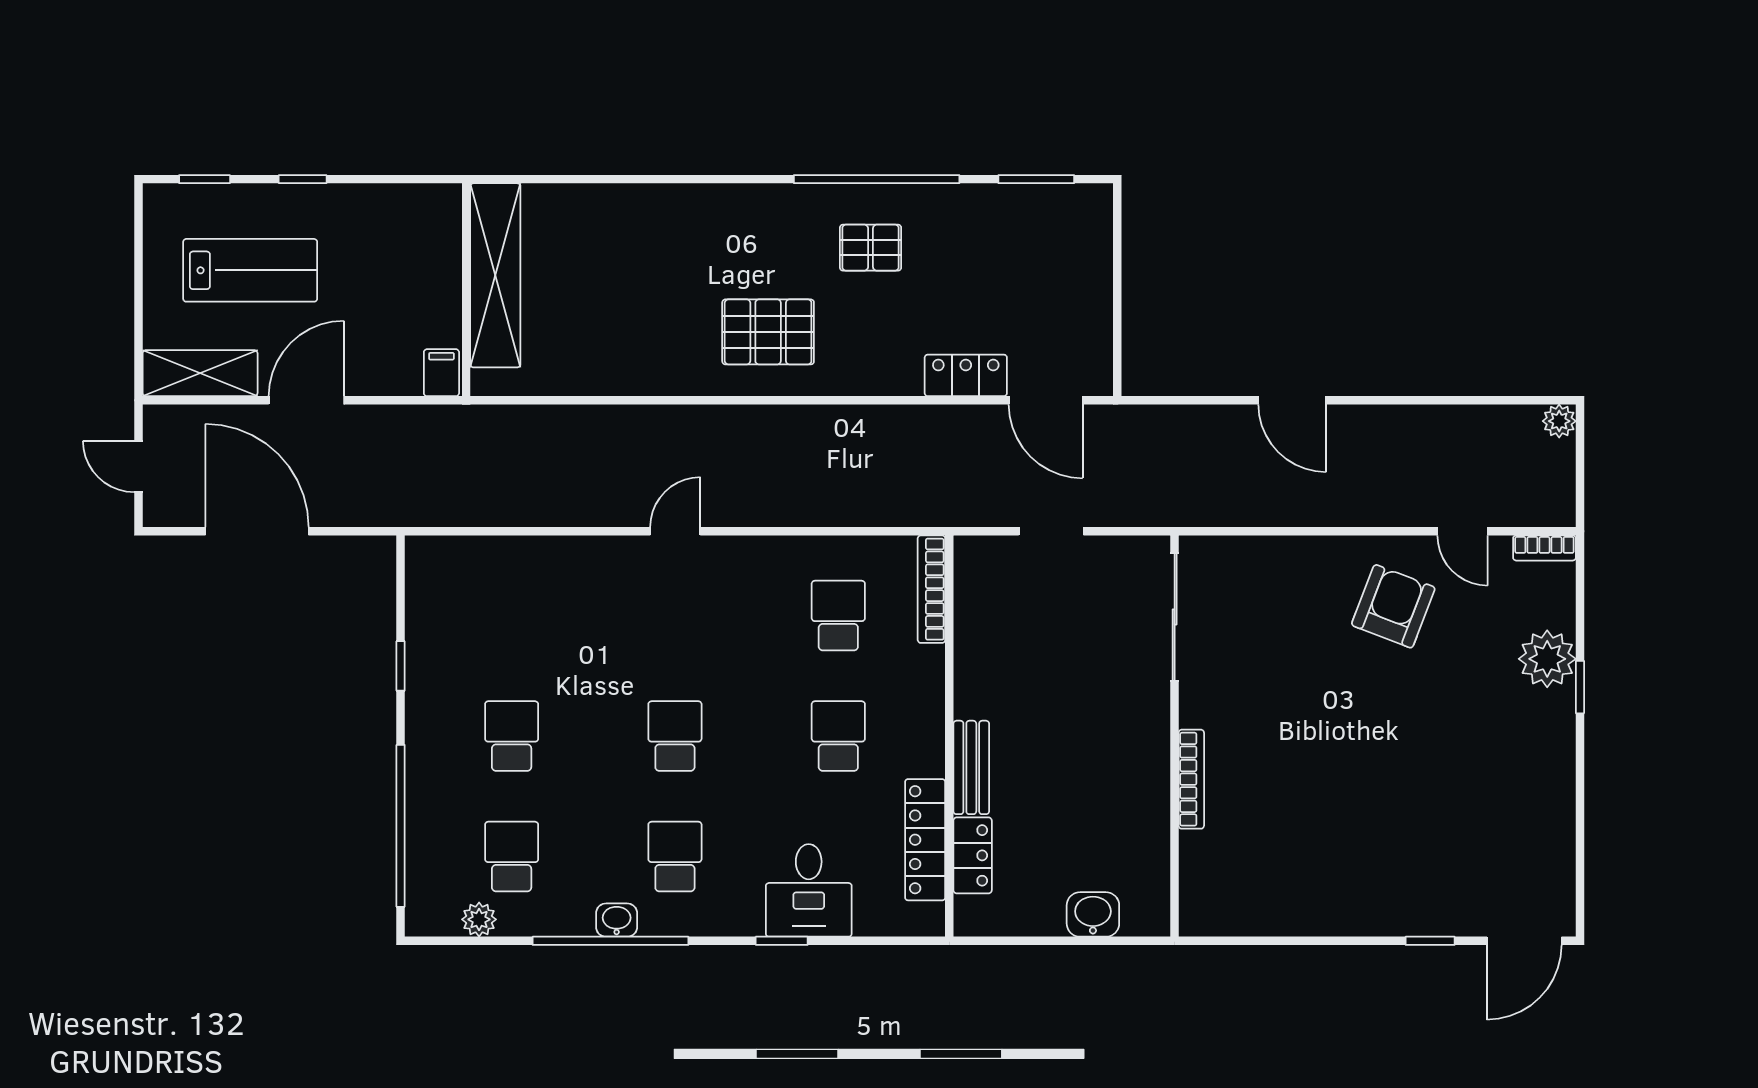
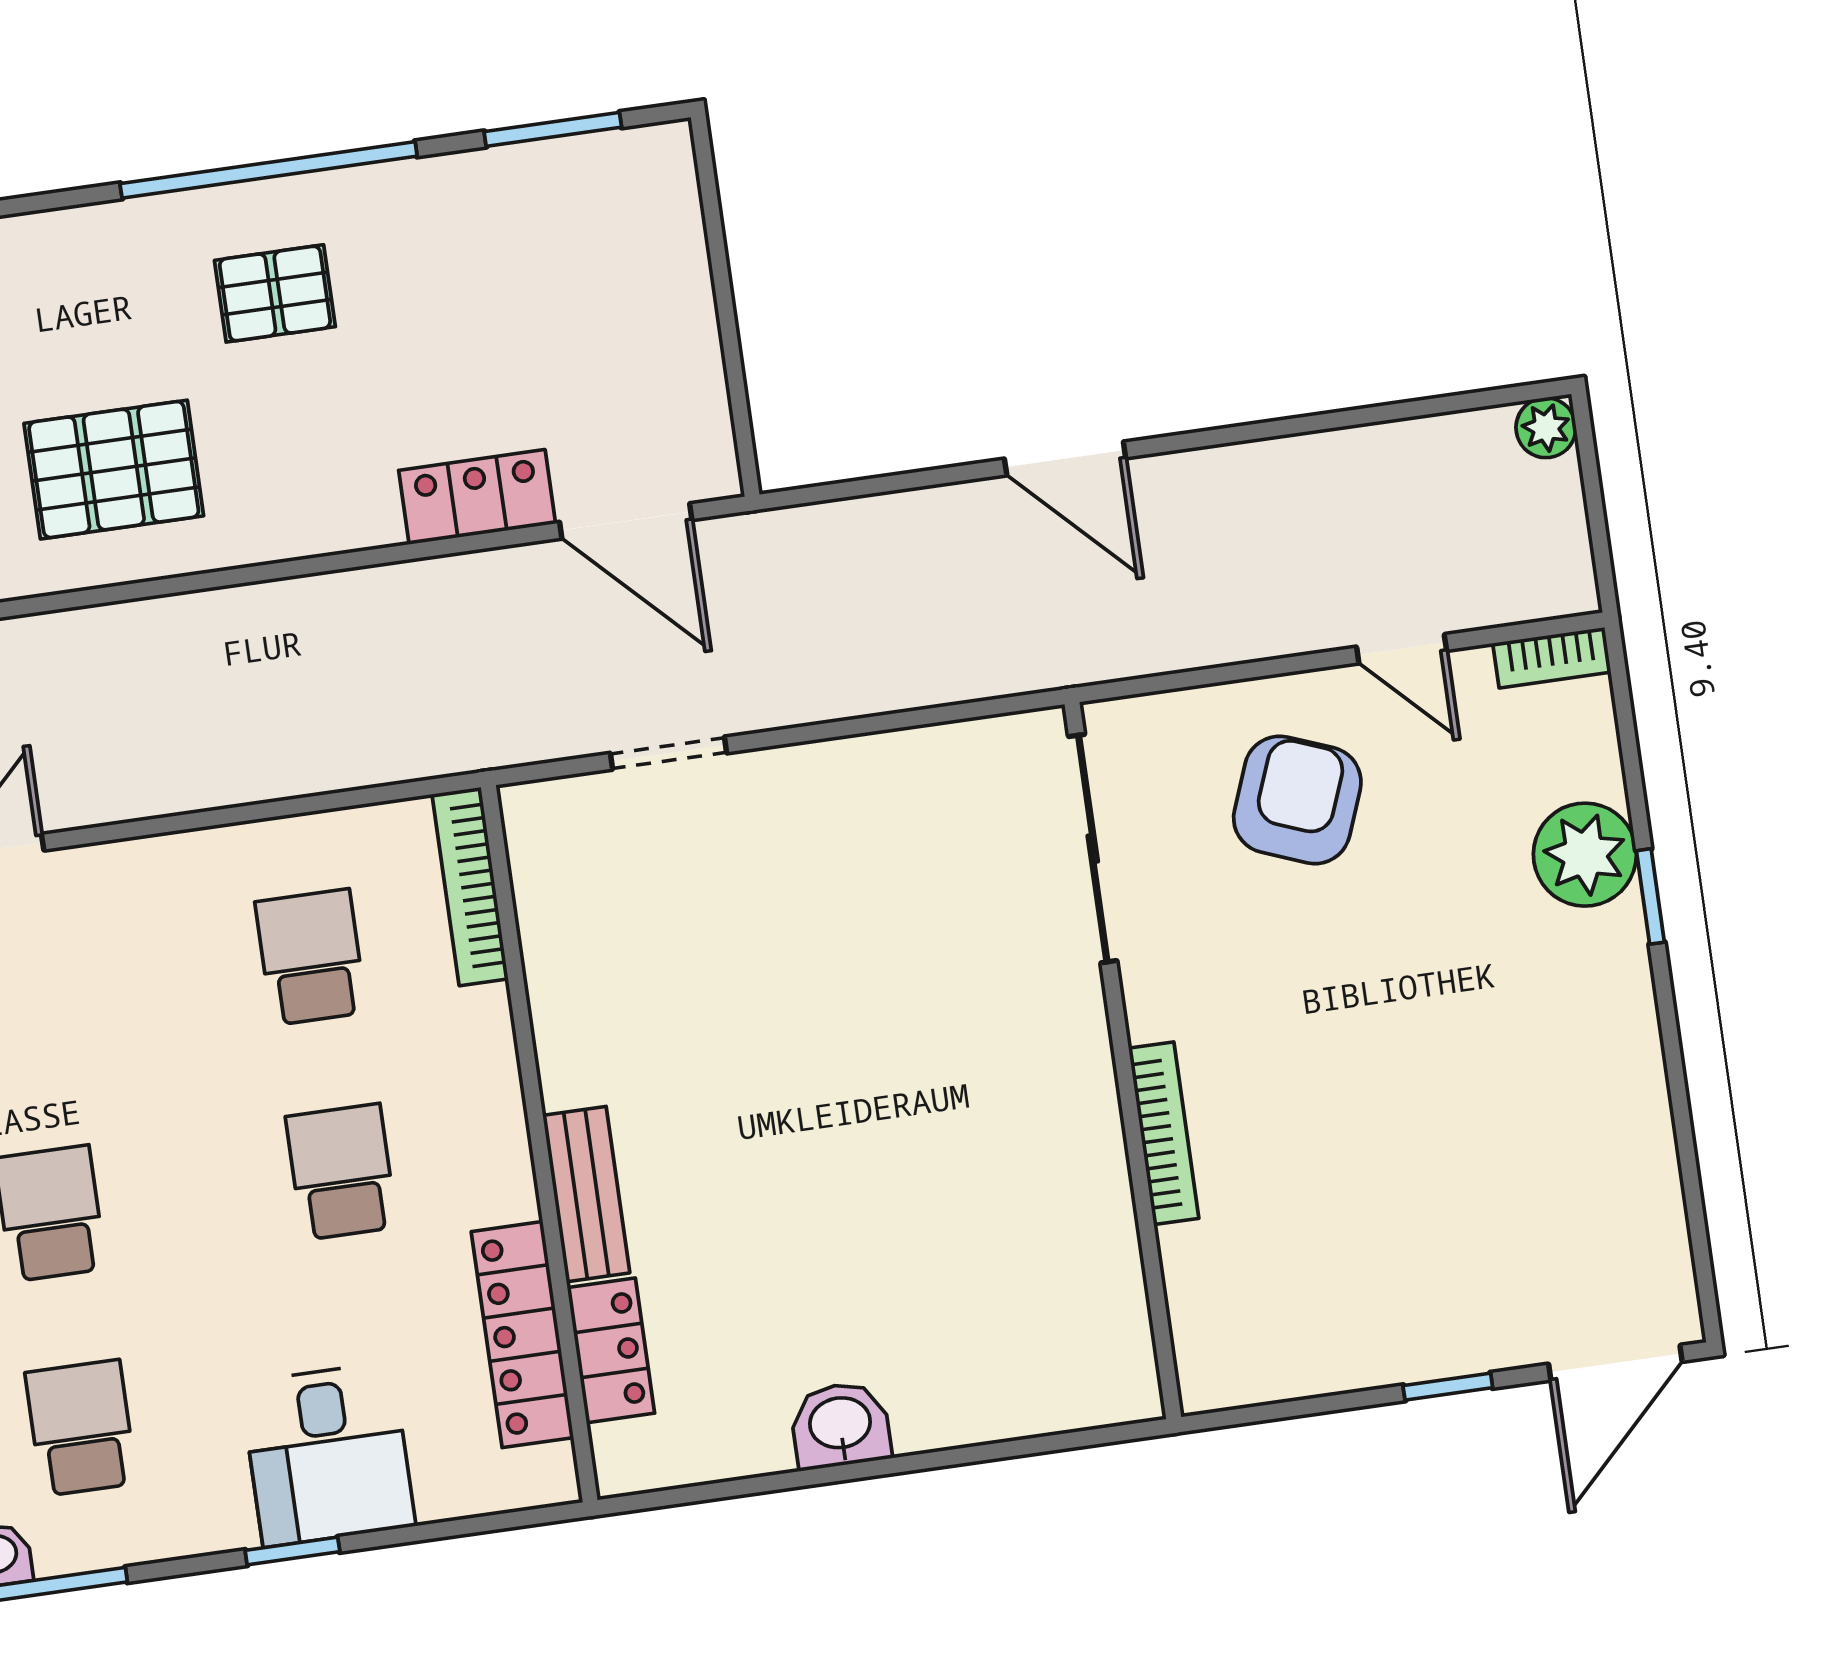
sliding door: (1175, 617) -> (1093, 849), moved
wall: (1175, 736) -> (1123, 1061), moved
bookcase: (1191, 779) -> (1164, 1133), moved

